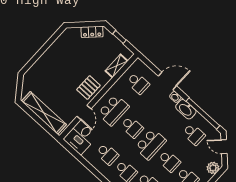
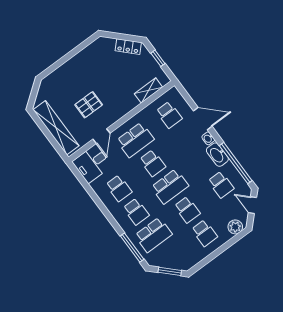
pallet: (88, 88) -> (89, 105), moved

